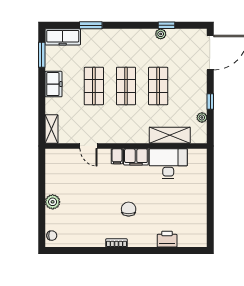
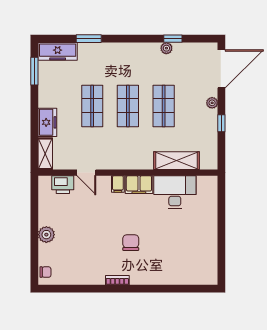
freezer: (53, 84) -> (47, 122), moved
plant: (202, 117) -> (212, 103), moved
printer: (167, 239) -> (63, 185), moved, turned 180

